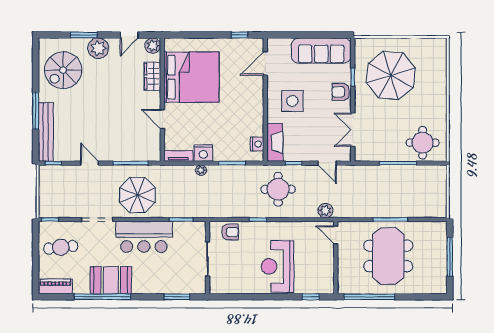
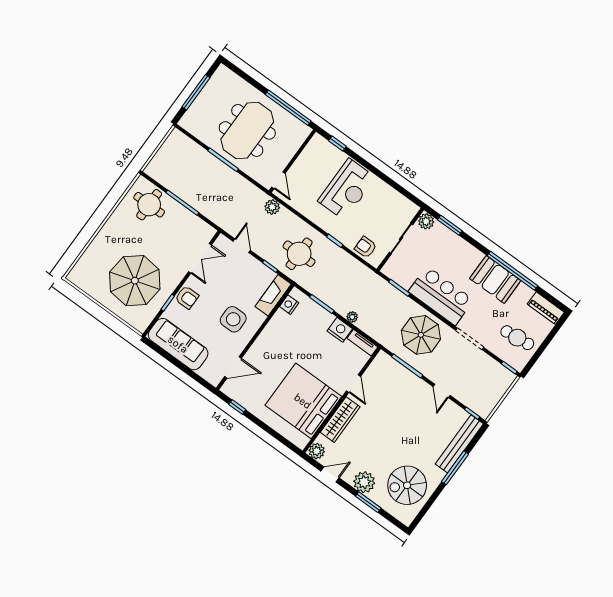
spiral stairs: (63, 70) -> (407, 485), turned 180
wardrobe: (152, 76) -> (340, 420), width x1.50
plant: (198, 286) -> (426, 221), added

